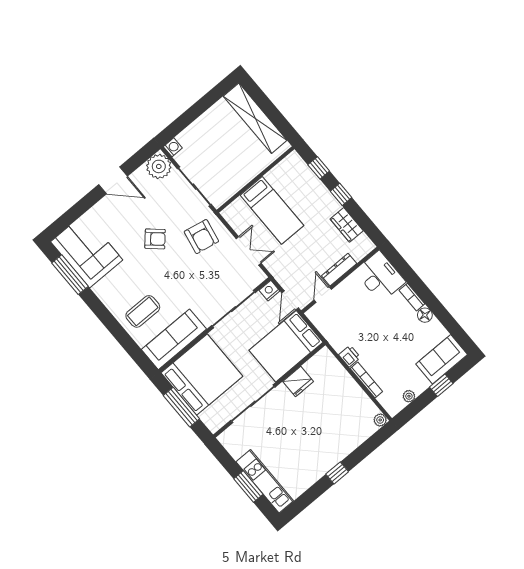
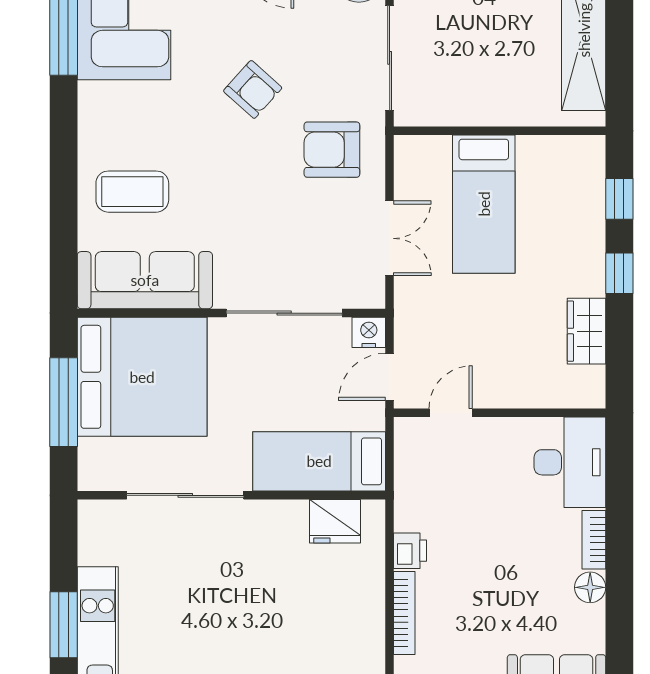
armchair: (201, 237) -> (332, 150), turned 79
dresser: (339, 270) -> (512, 394), removed
bed: (286, 346) -> (319, 461), width x0.67
fridge: (298, 382) -> (335, 521), moved

